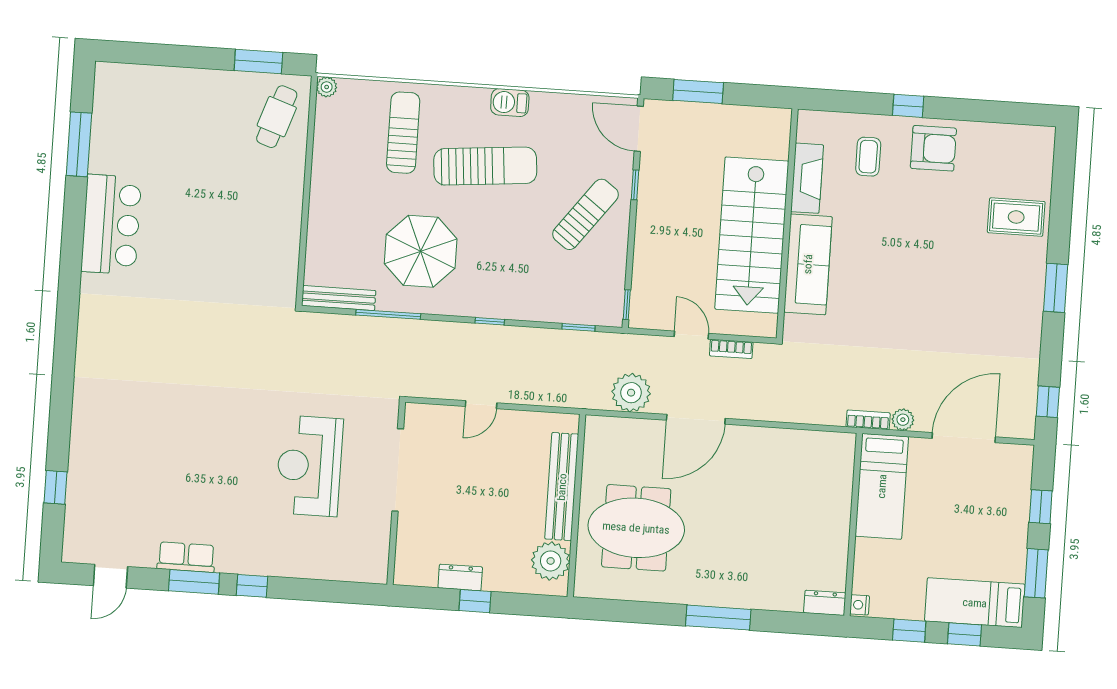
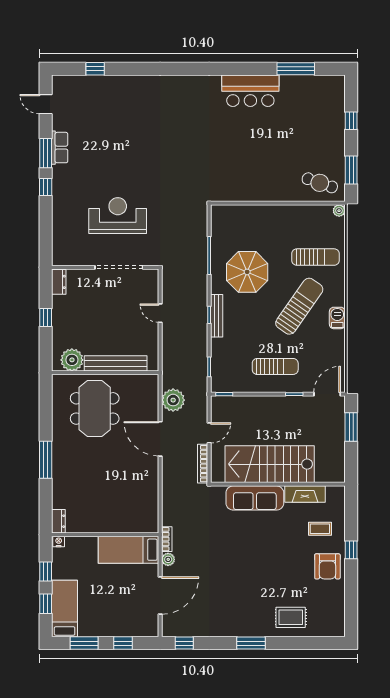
window: (174, 56) -> (351, 121), added
sun lounger: (485, 166) -> (299, 306), turned -140
sun lounger: (586, 214) -> (275, 366), turned -37
rug: (1016, 217) -> (291, 617), turned 90
bench: (339, 298) -> (217, 316), moved
bookcase: (731, 349) -> (203, 464), width x1.56
door: (964, 438) -> (160, 596), hinge flipped
dresser: (460, 577) -> (59, 282), moved

